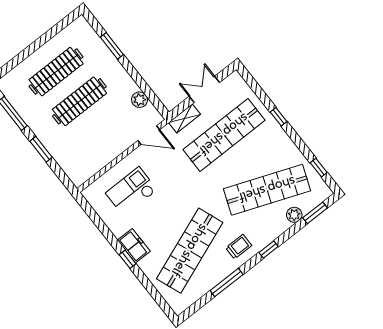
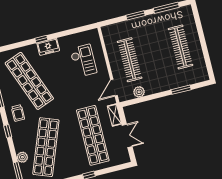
clothes rail: (79, 101) -> (130, 60), moved

